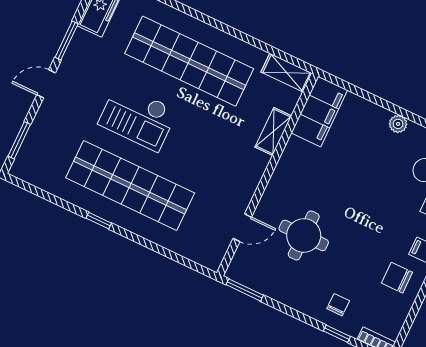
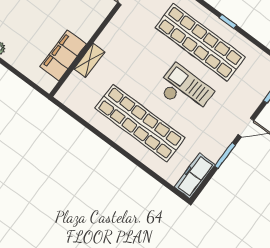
shelving: (287, 73) -> (71, 101), removed
filing cabinet: (319, 111) -> (63, 55), moved

